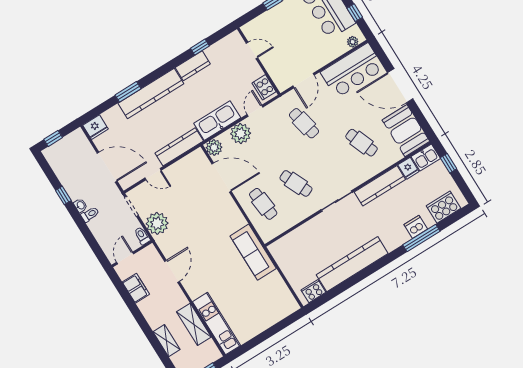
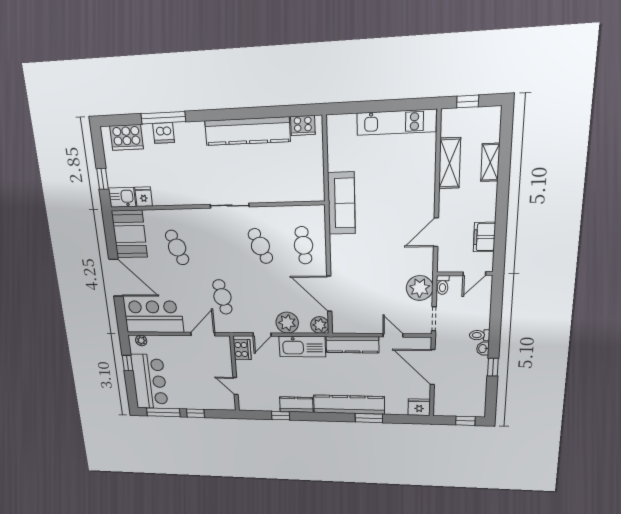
kitchen counter: (380, 186) -> (180, 196), removed
kitchen unit: (217, 324) -> (396, 122), moved, turned -90

